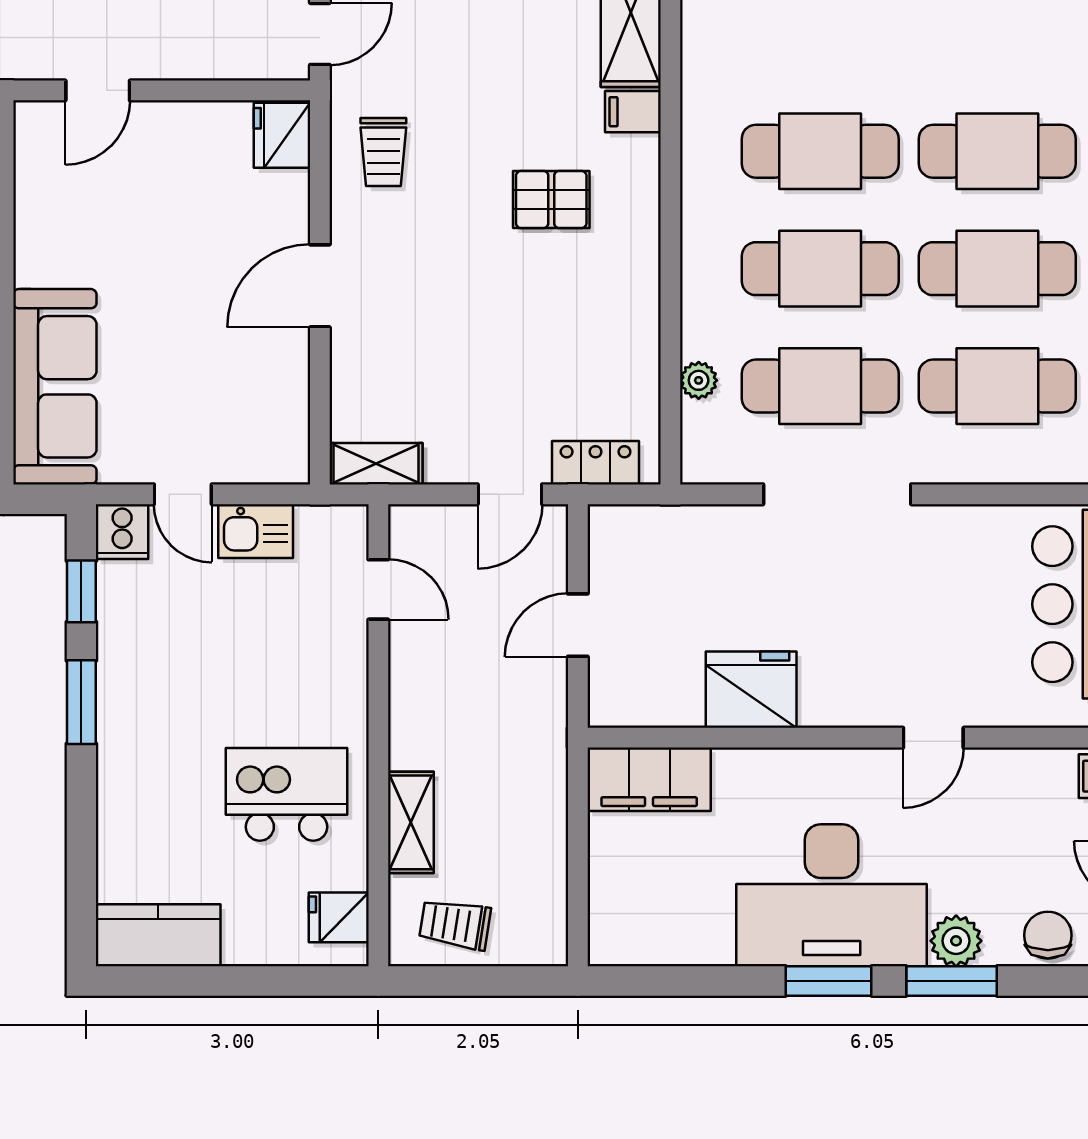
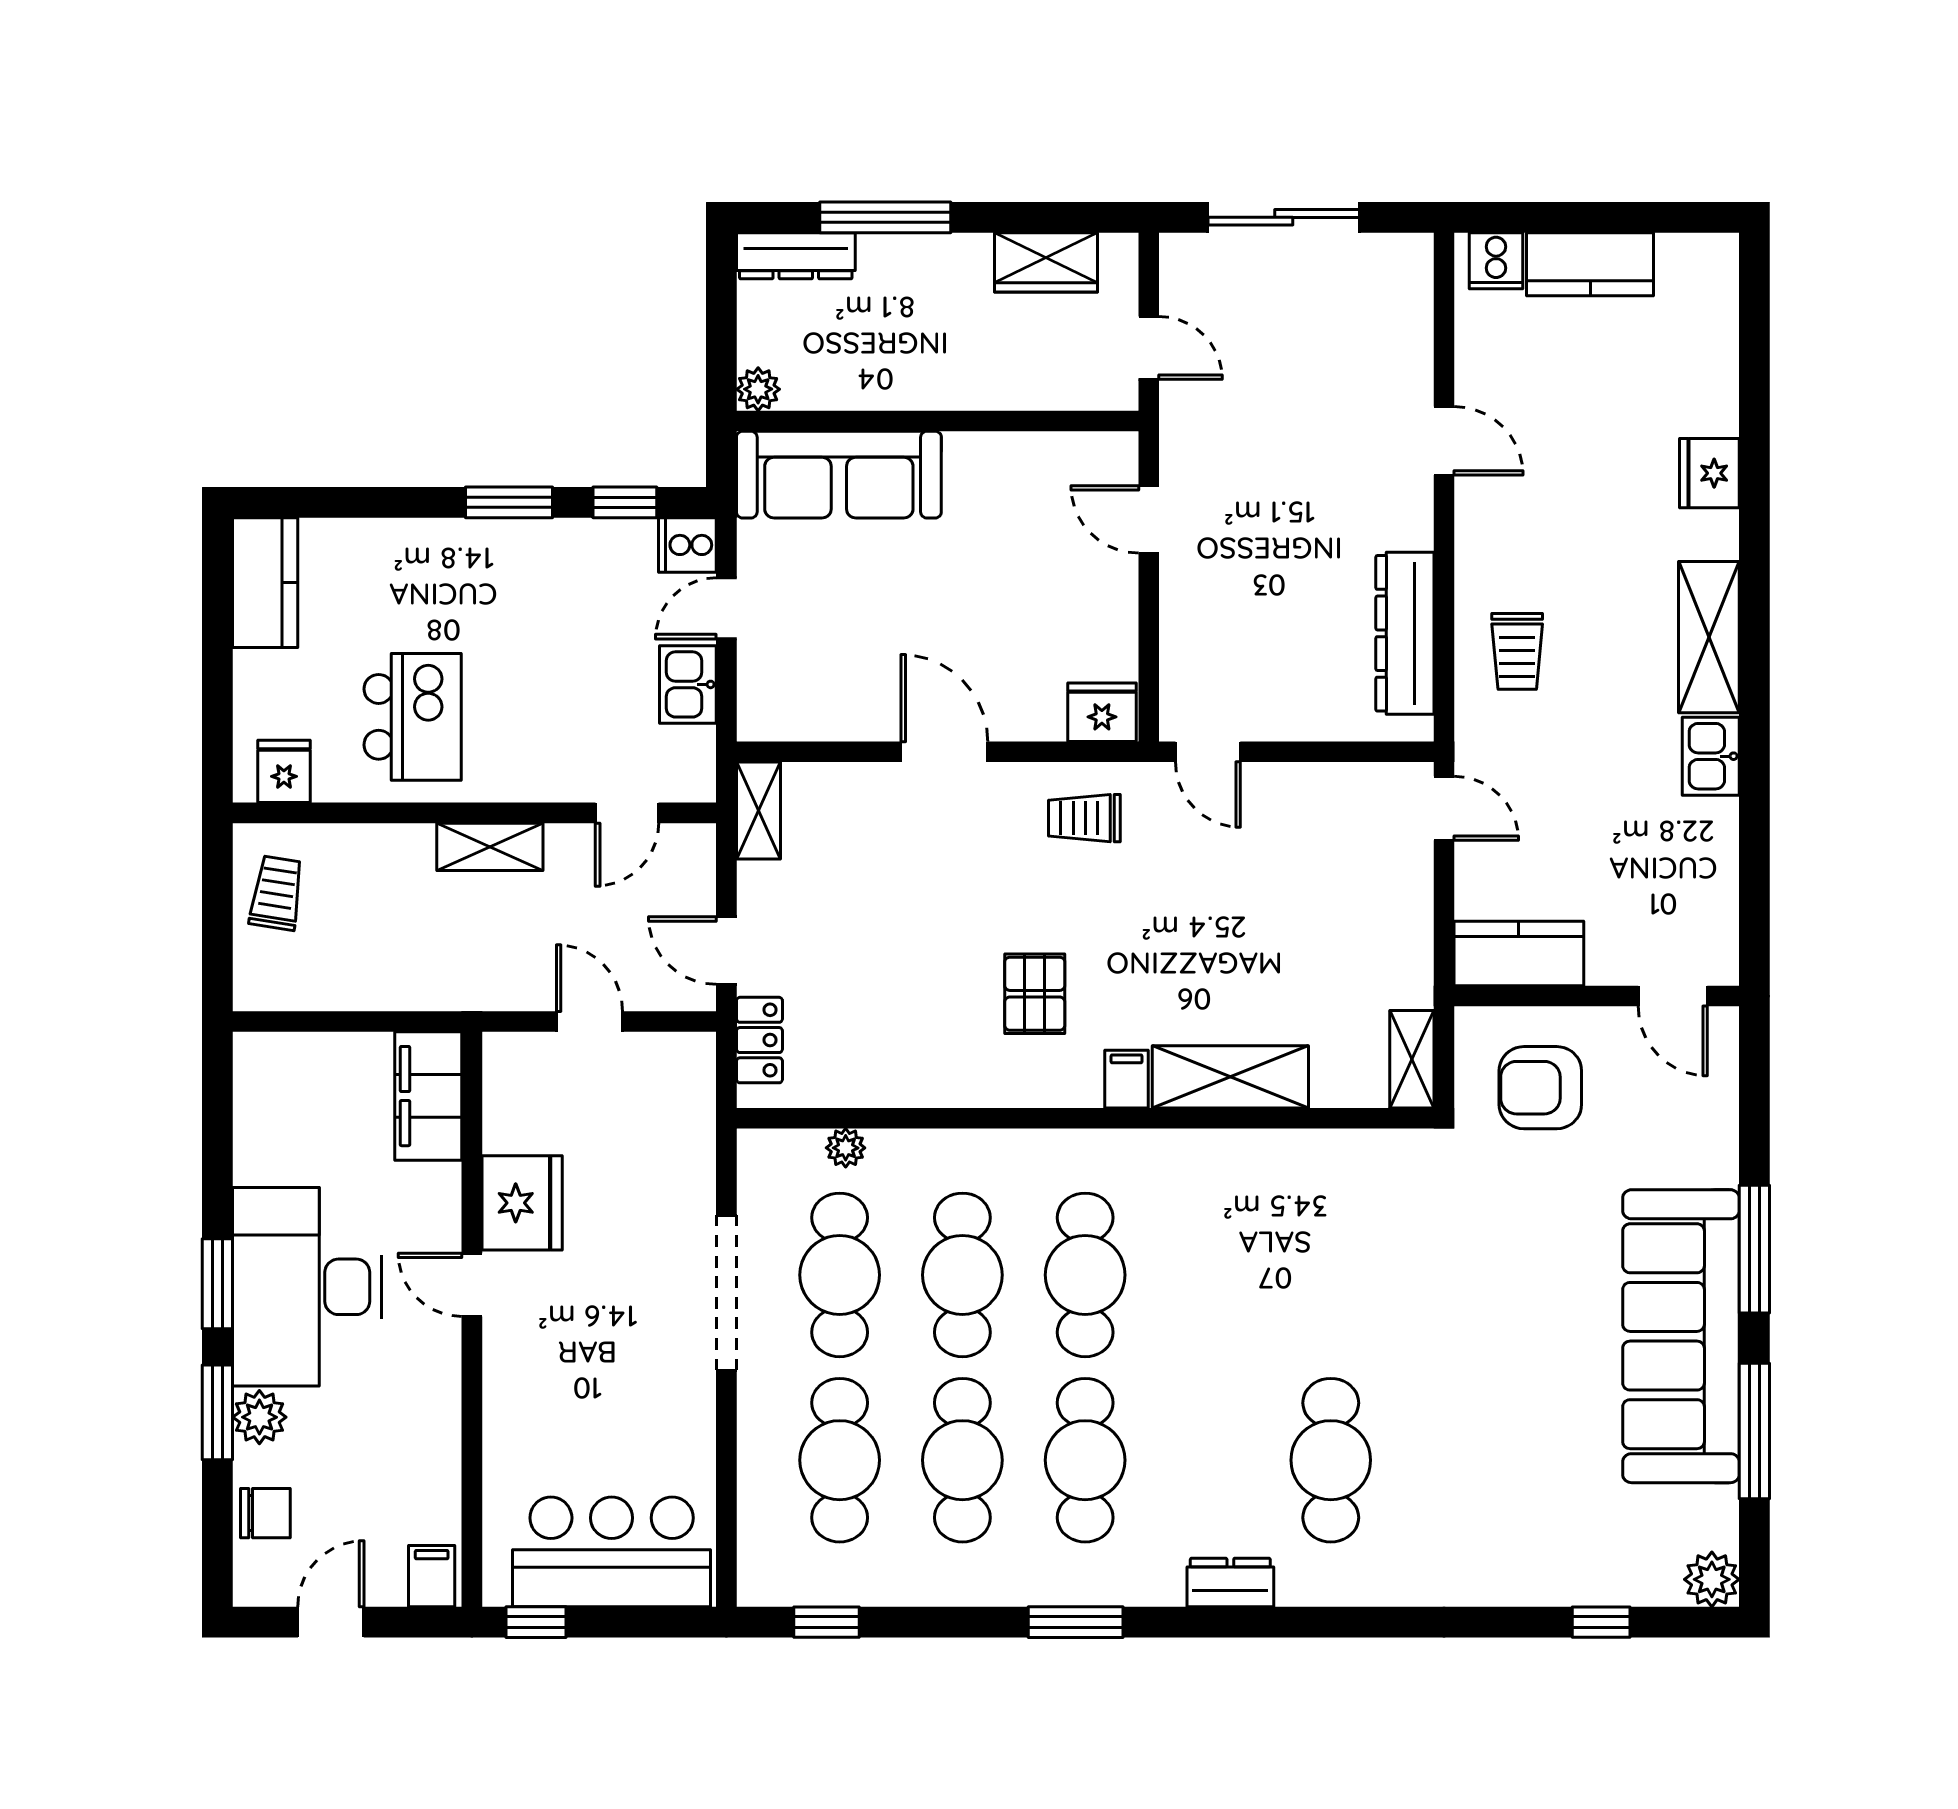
door: (933, 738) -> (472, 1285), moved
shelving: (411, 822) -> (490, 847), moved

